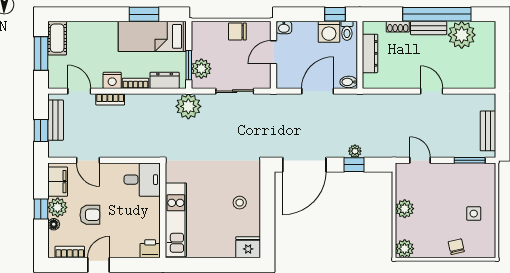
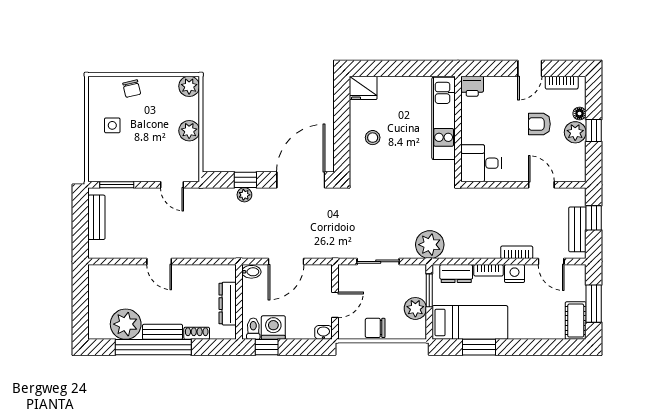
chair: (237, 31) -> (375, 328), turned 180
plant: (201, 69) -> (415, 308), moved
filing cabinet: (58, 182) -> (575, 161), removed

